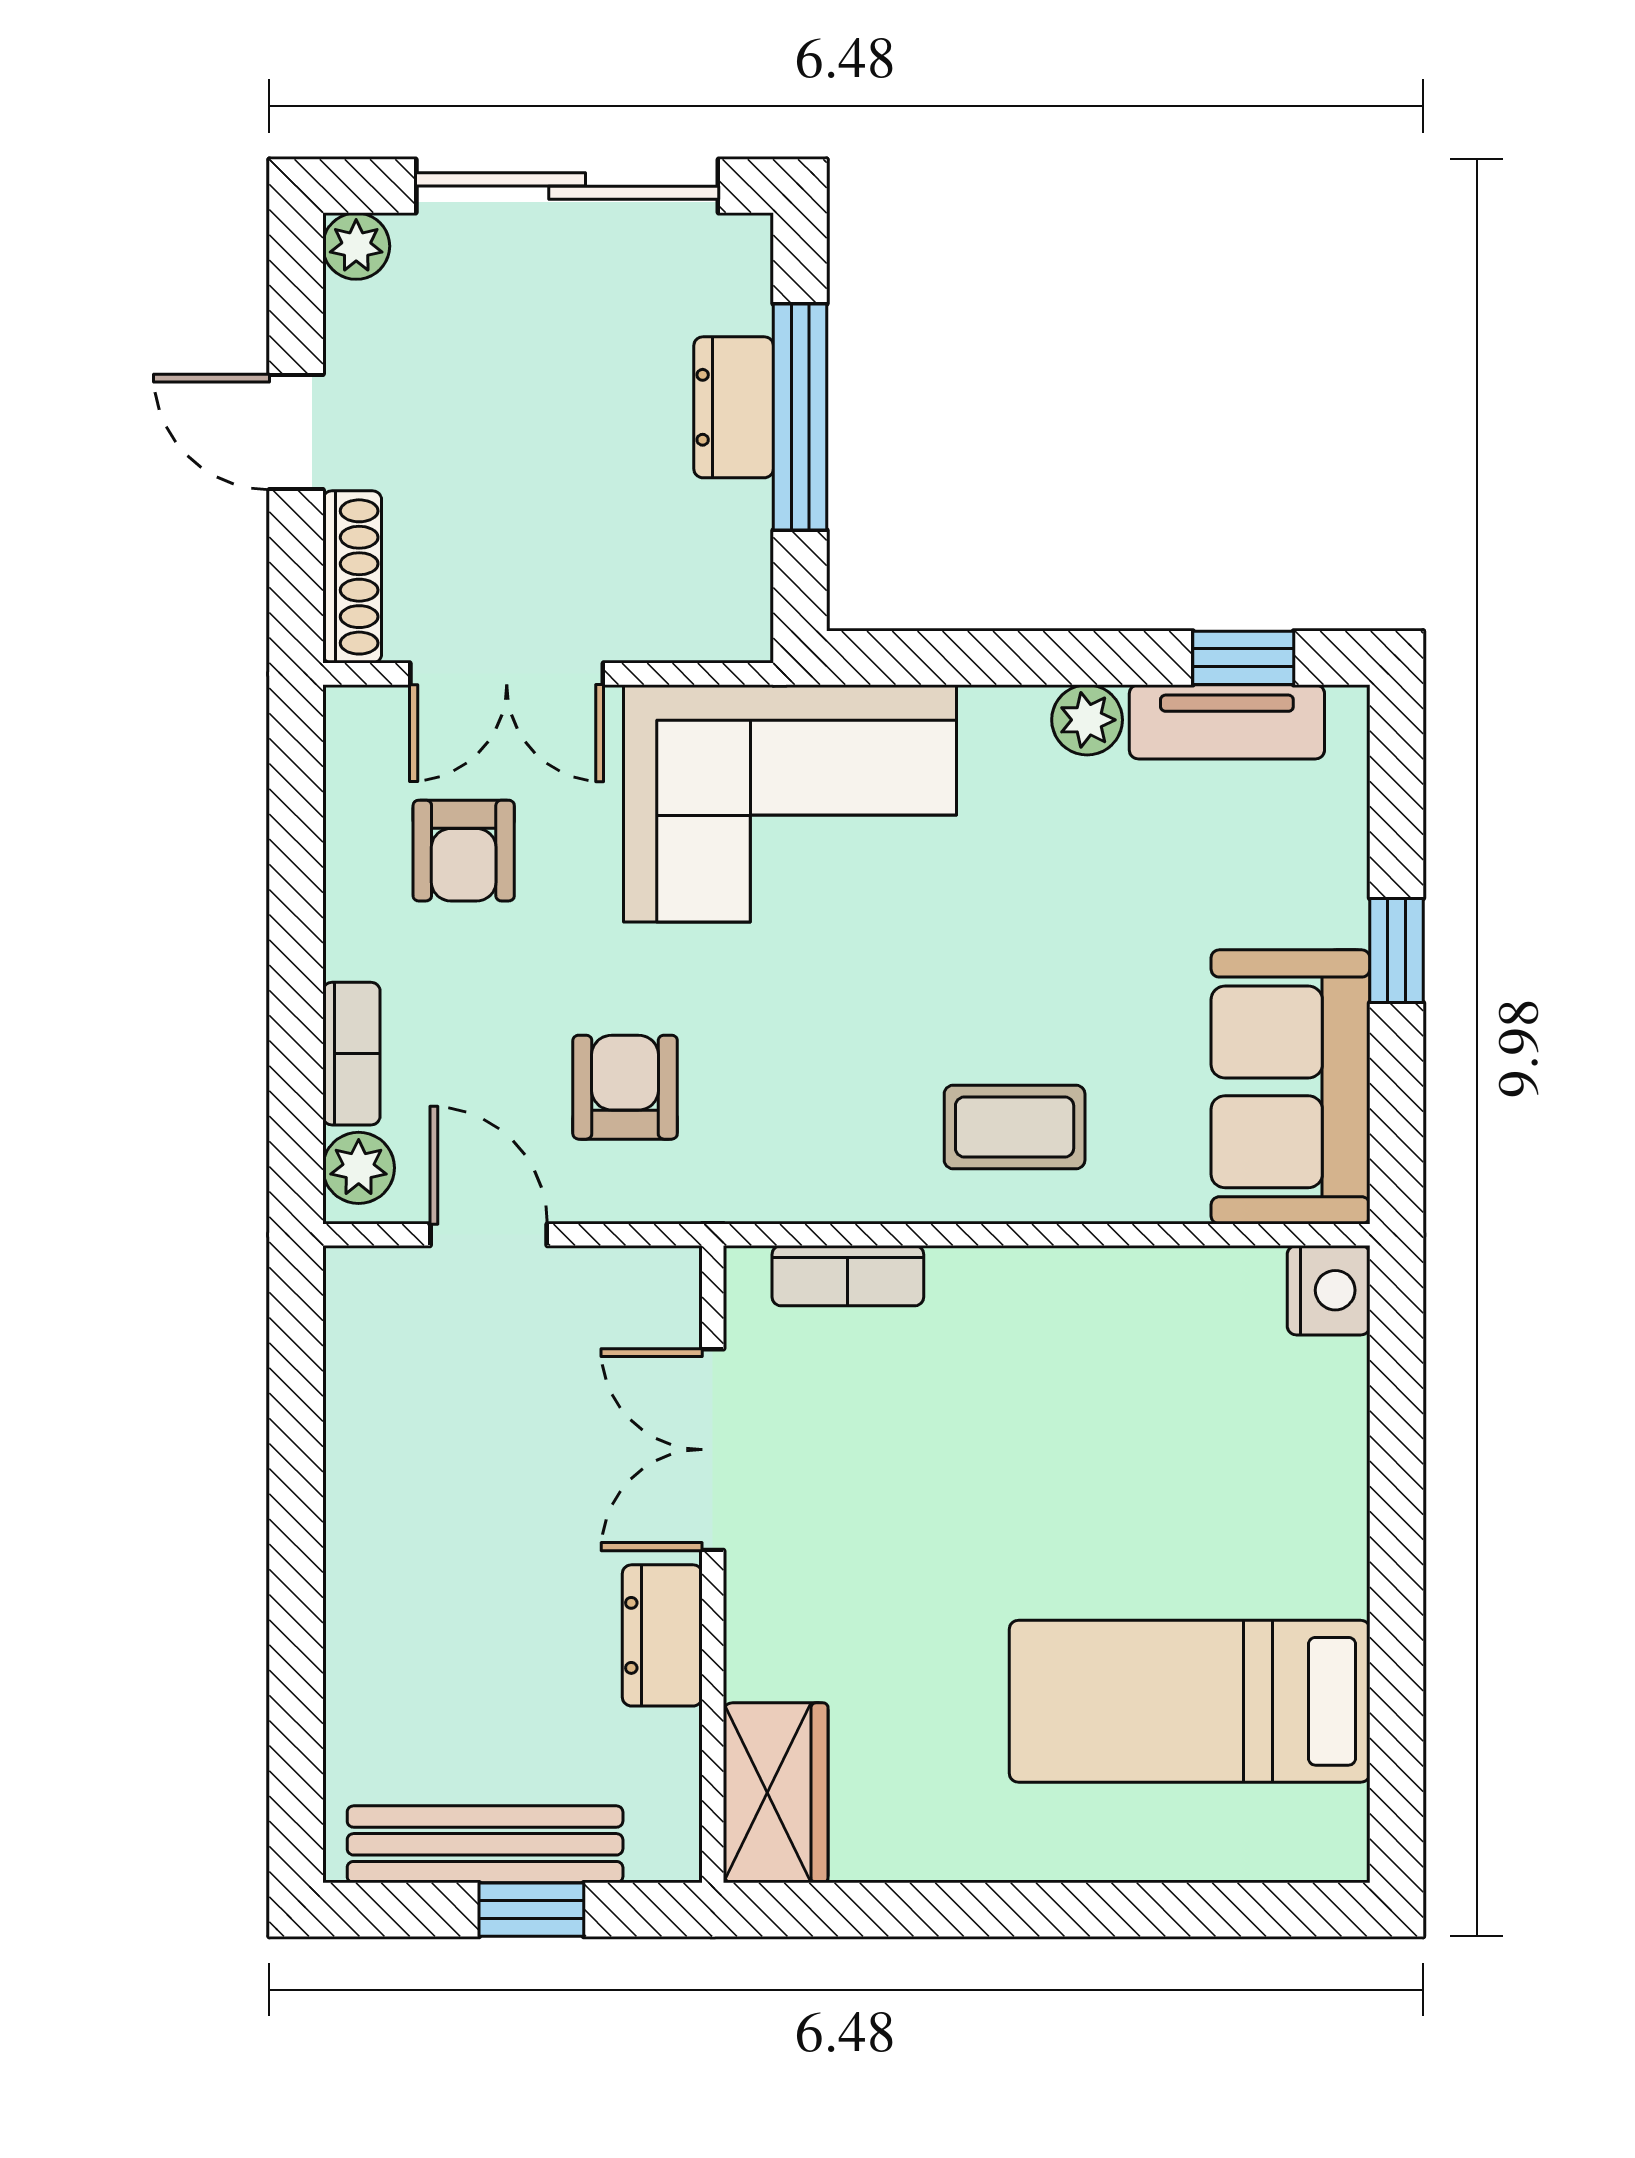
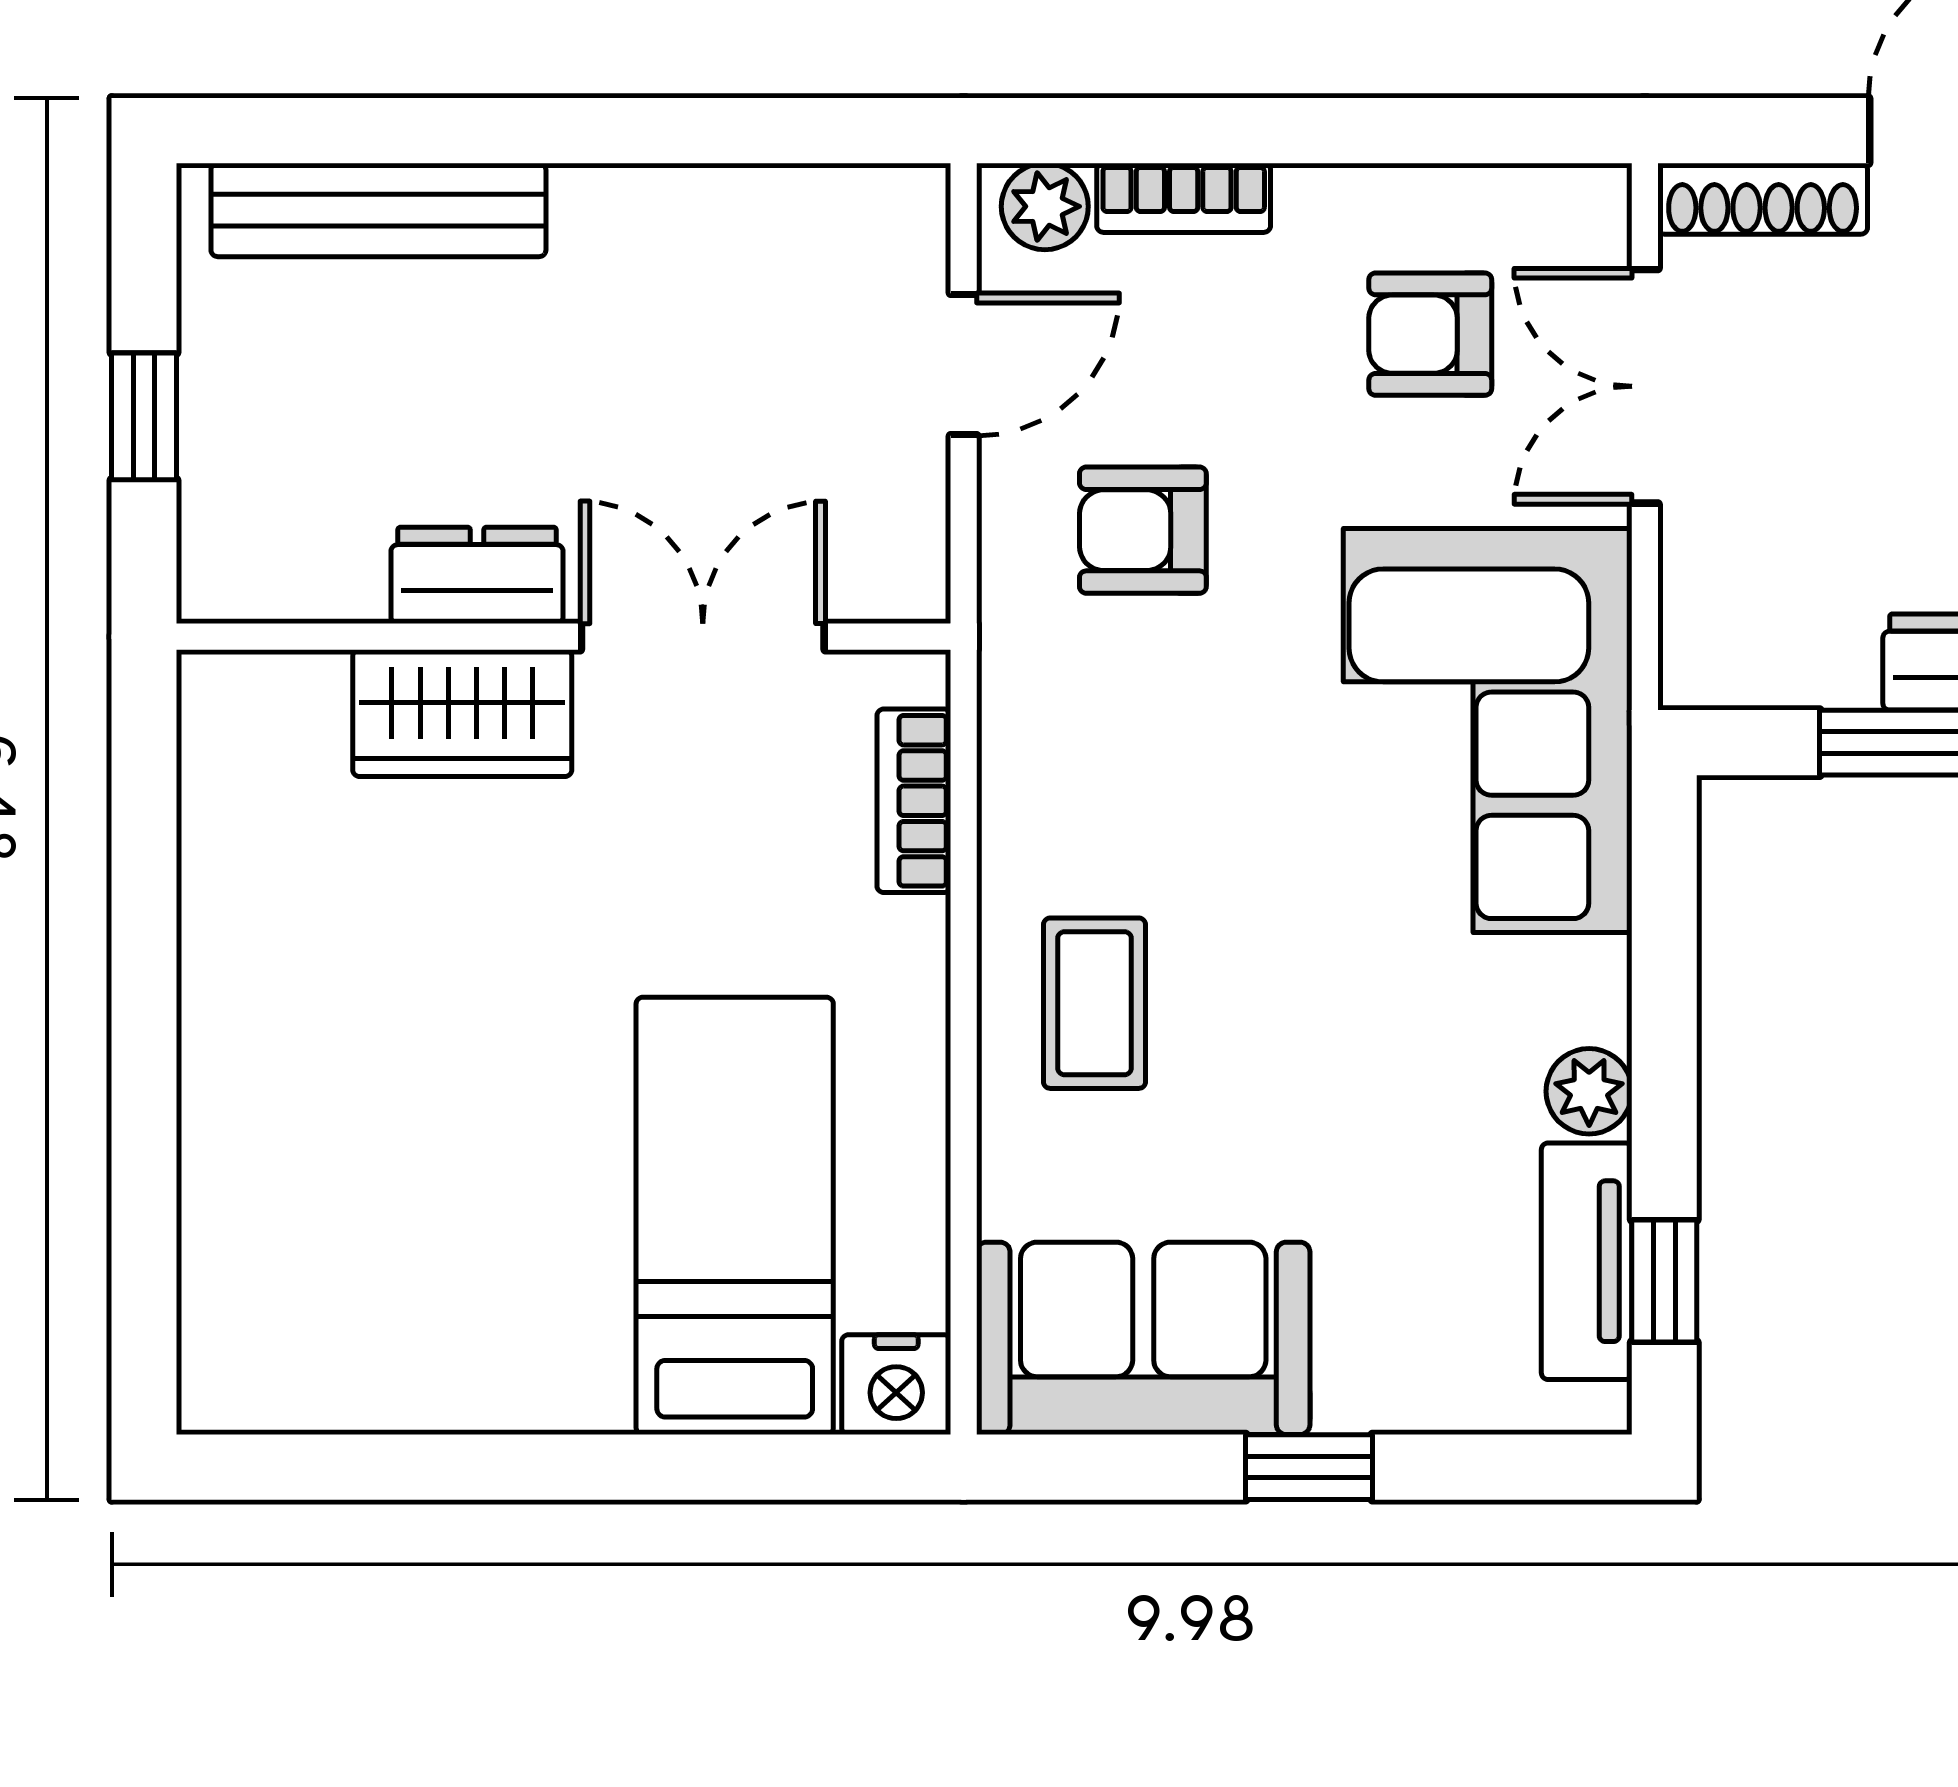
armchair: (625, 1087) -> (1143, 530), turned 180
bed: (1190, 1701) -> (735, 1216), moved
wardrobe: (776, 1793) -> (462, 713), moved
bench: (485, 1844) -> (378, 210), moved, turned 90

